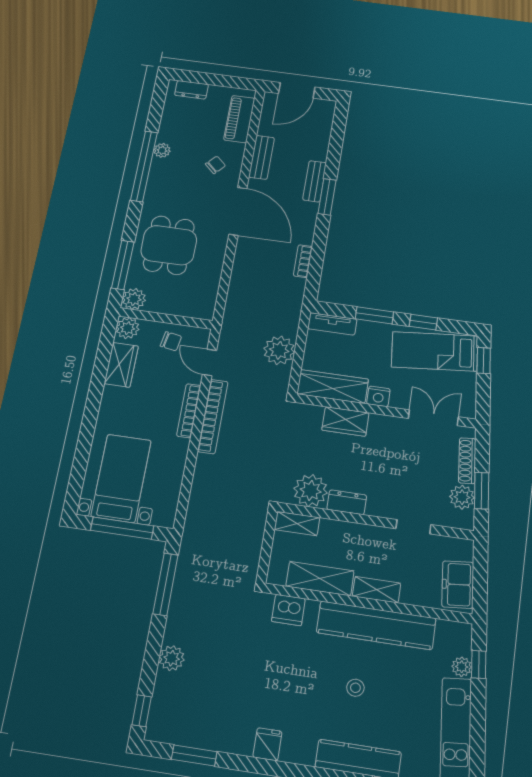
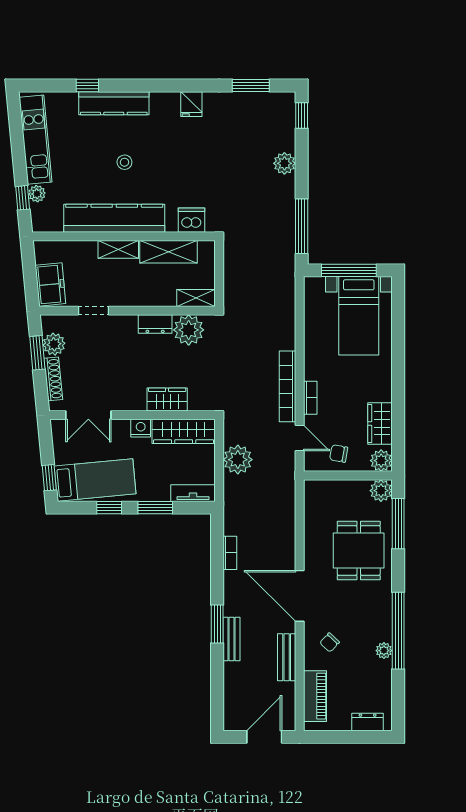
bookcase: (189, 411) -> (310, 398), width x0.64
freezer: (458, 585) -> (50, 284), moved

